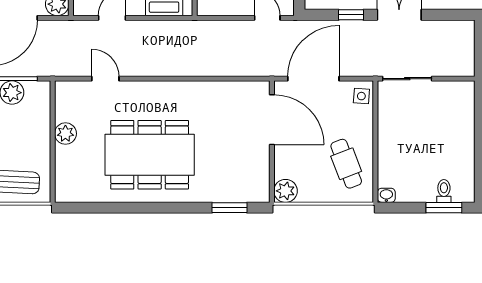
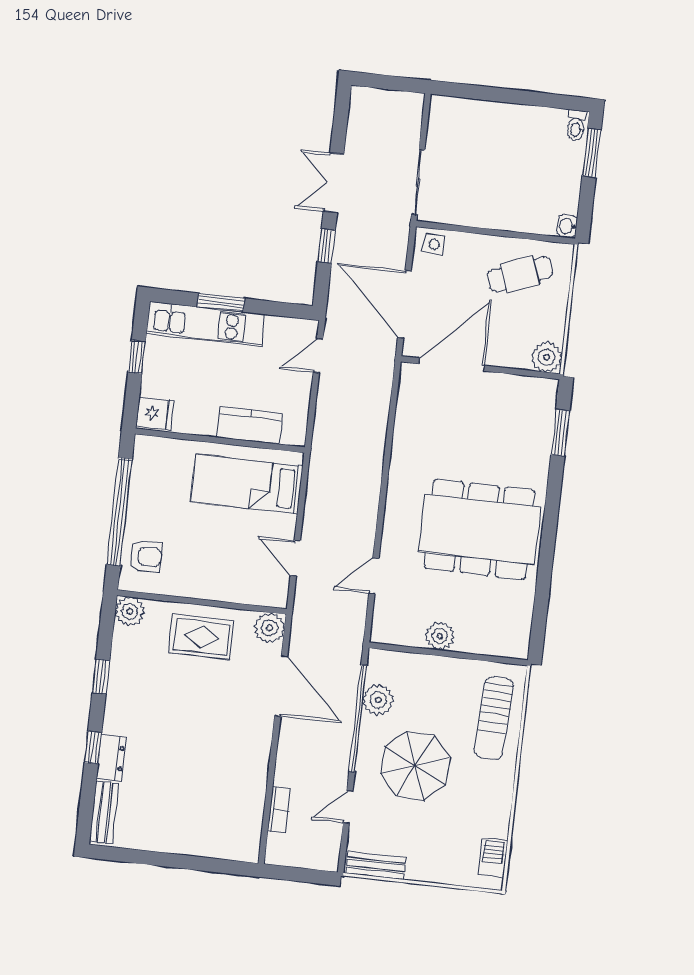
dining table: (150, 155) -> (480, 529), turned 90
toilet: (444, 191) -> (576, 125), moved, turned -90

